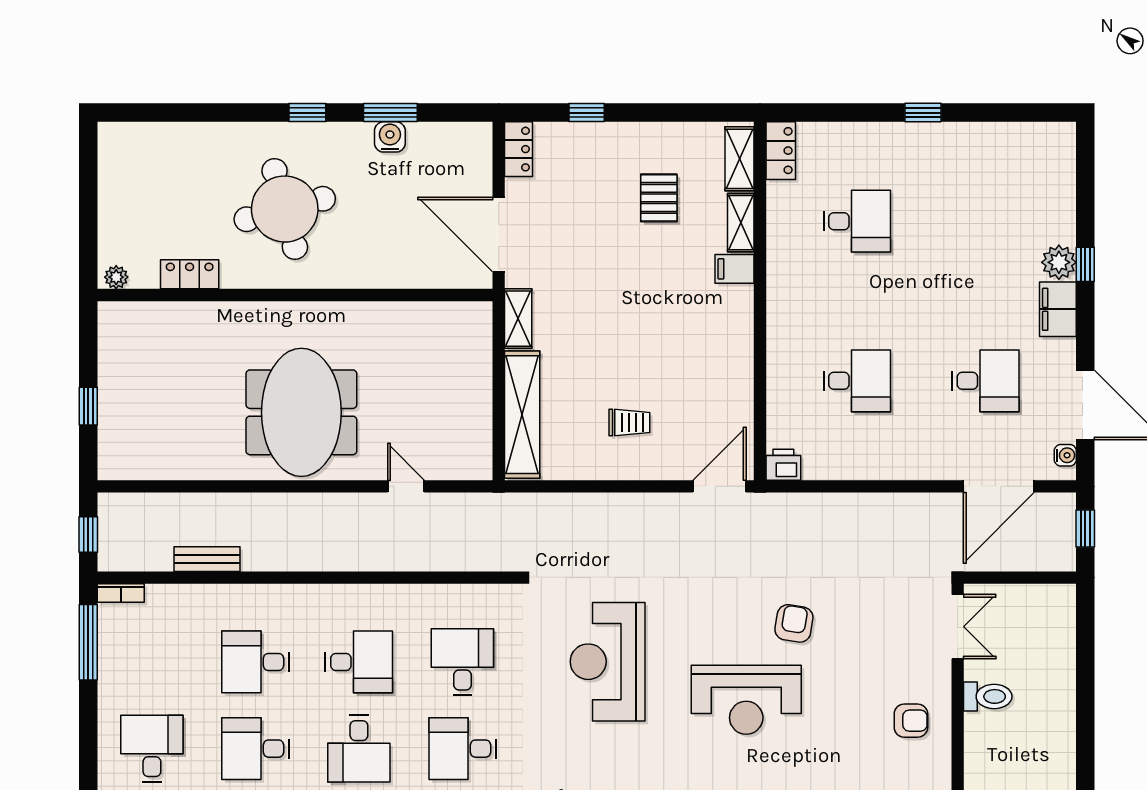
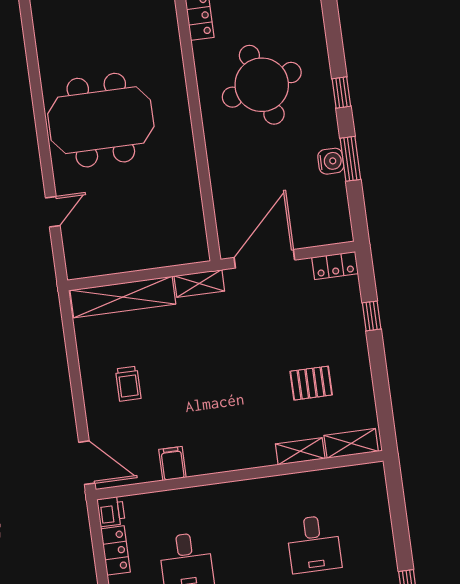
locker: (781, 151) -> (115, 550), moved, turned -90
filing cabinet: (735, 269) -> (172, 463), moved

